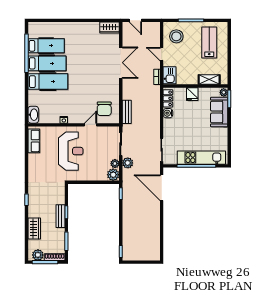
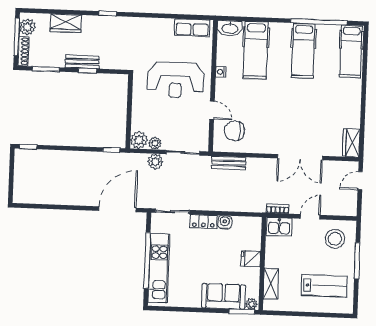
hospital bed: (46, 46) -> (351, 51), moved
hospital bed: (48, 82) -> (256, 50), moved
locker: (168, 98) -> (203, 222), moved

